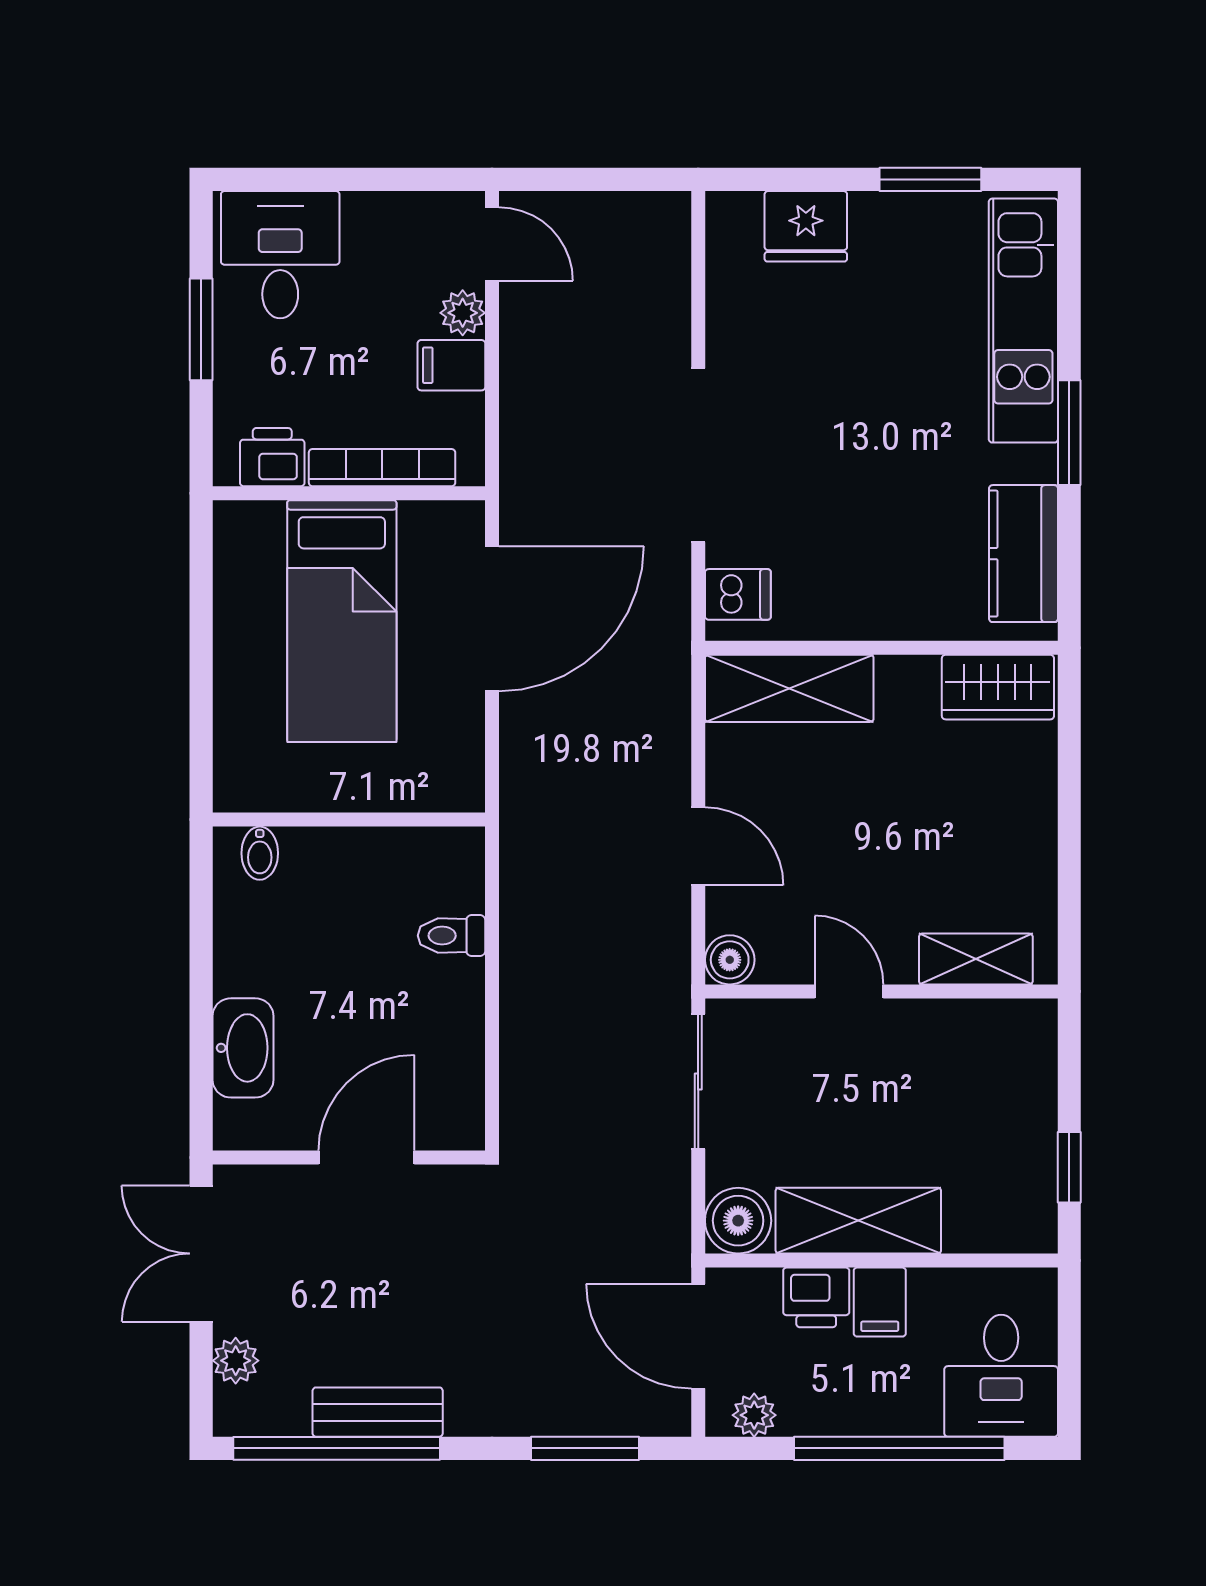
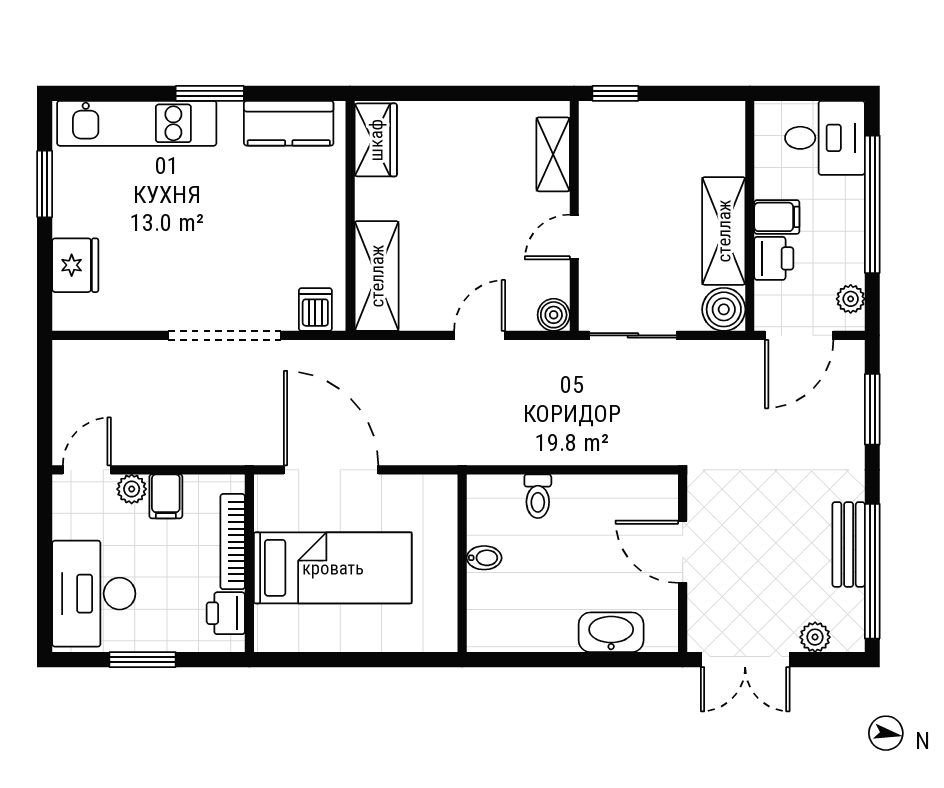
desk: (280, 255) -> (94, 594), width x1.37
bidet: (260, 853) -> (484, 558), moved
window: (1069, 1167) -> (615, 93), moved

